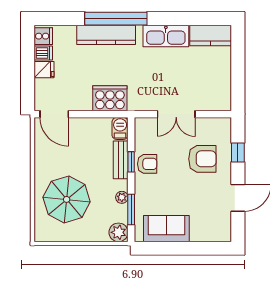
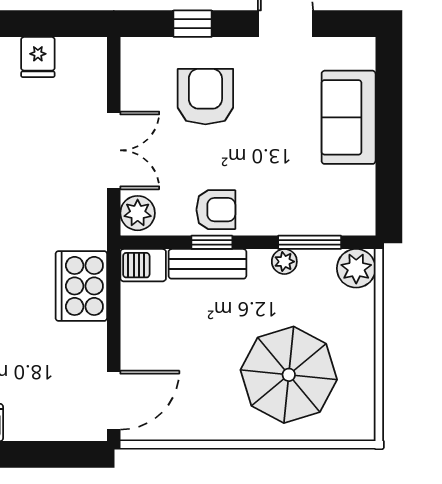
fridge: (44, 70) -> (38, 57), moved, turned 180
plant: (145, 126) -> (138, 213), added
armchair: (147, 164) -> (216, 210), turned 90
sofa: (166, 229) -> (349, 117), moved

